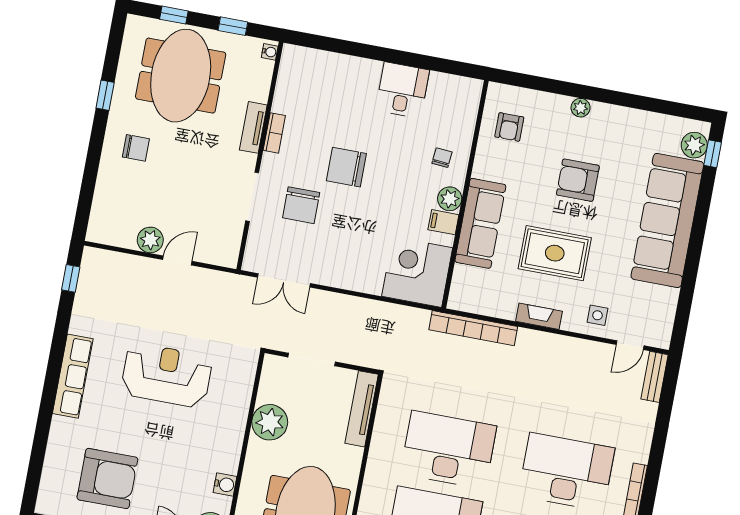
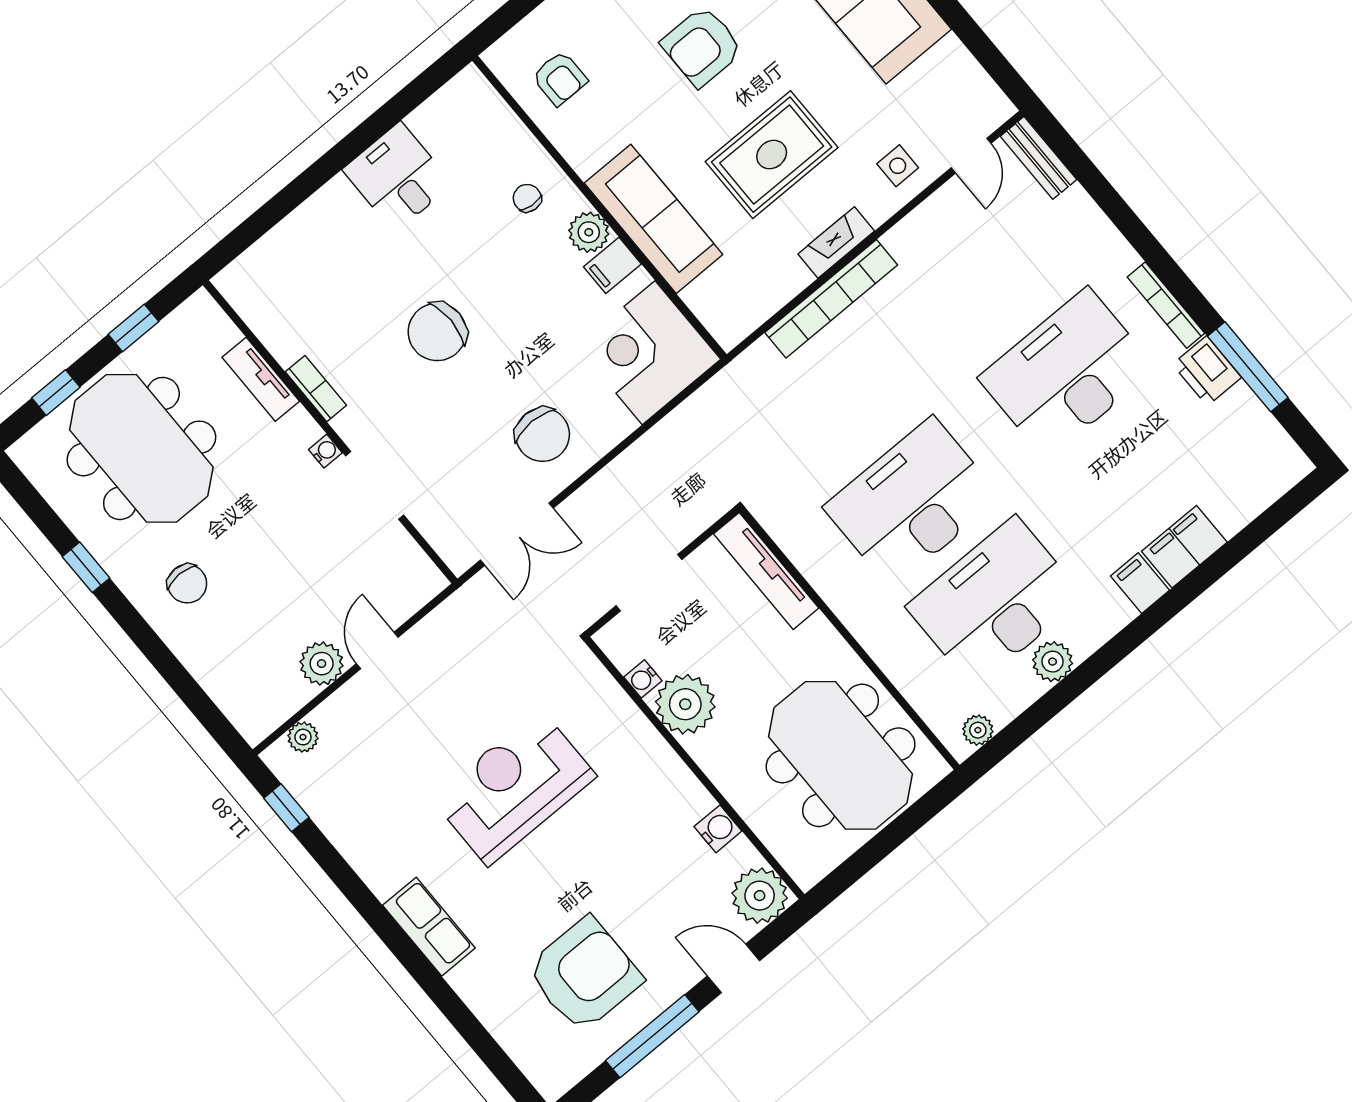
water cooler: (270, 52) -> (325, 451), moved
tv unit: (253, 127) -> (261, 379), moved
chair: (136, 148) -> (187, 584), turned 90
chair: (301, 205) -> (543, 435), moved
plant: (110, 259) -> (303, 737), added
bookcase: (473, 328) -> (831, 299), moved
row of seats: (73, 376) -> (429, 927), width x0.68
water cooler: (265, 393) -> (643, 679), added

